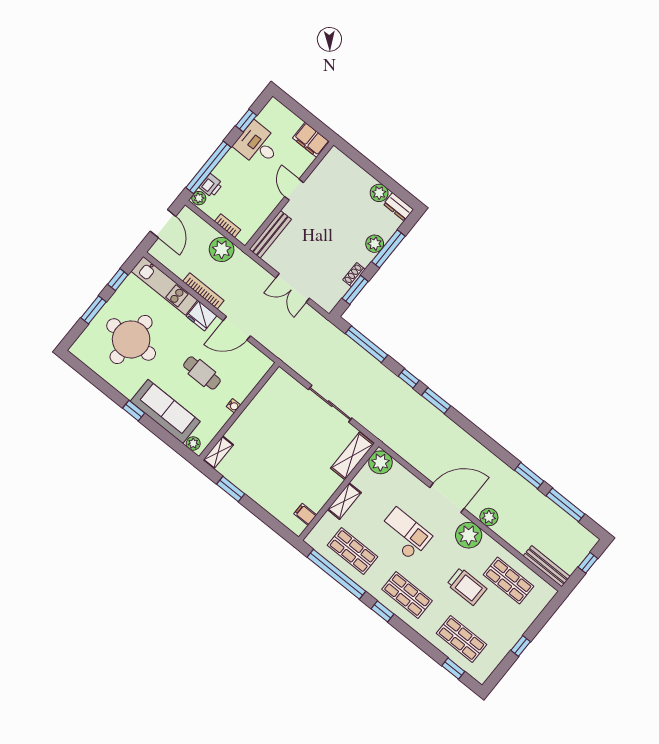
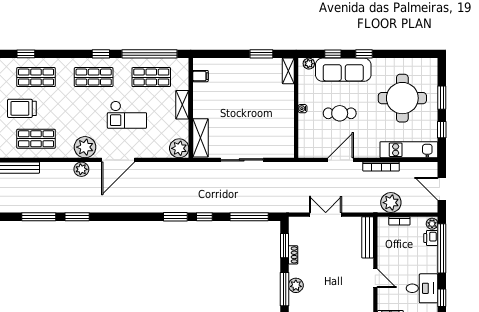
fridge: (202, 316) -> (369, 150), removed
window: (163, 434) -> (333, 54), added
trolley: (467, 586) -> (22, 108), moved

